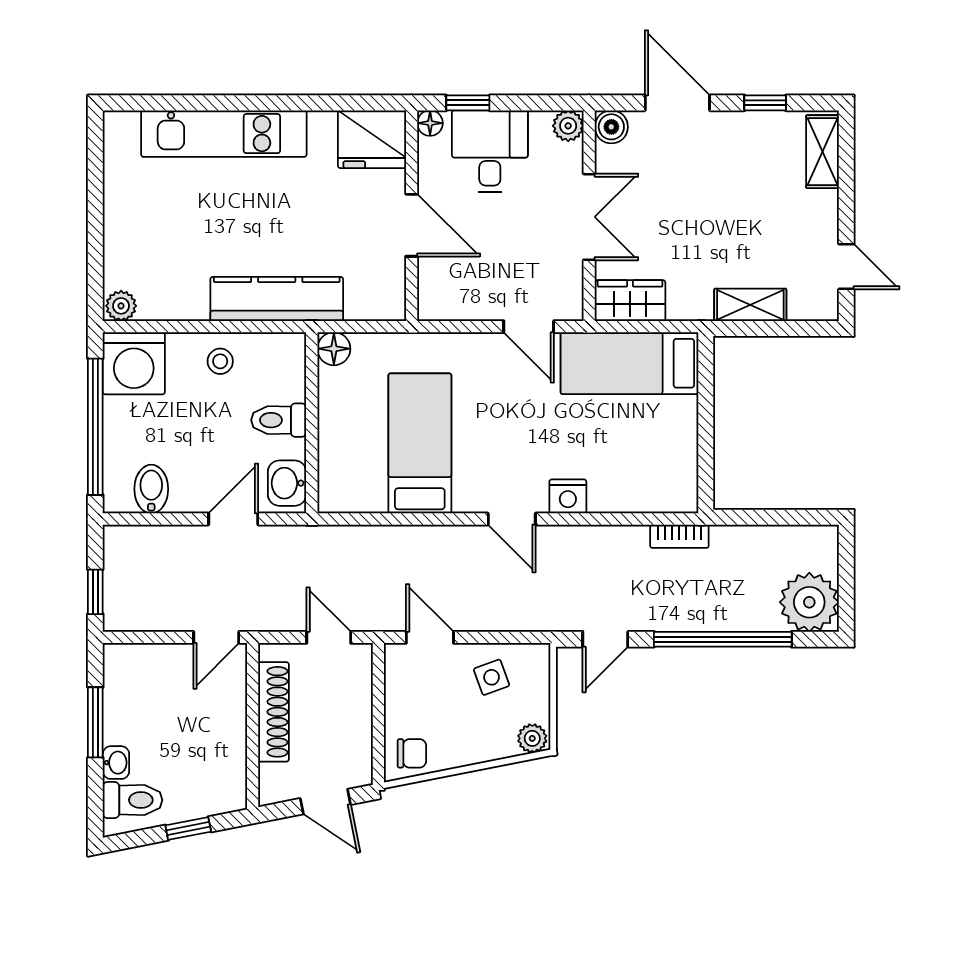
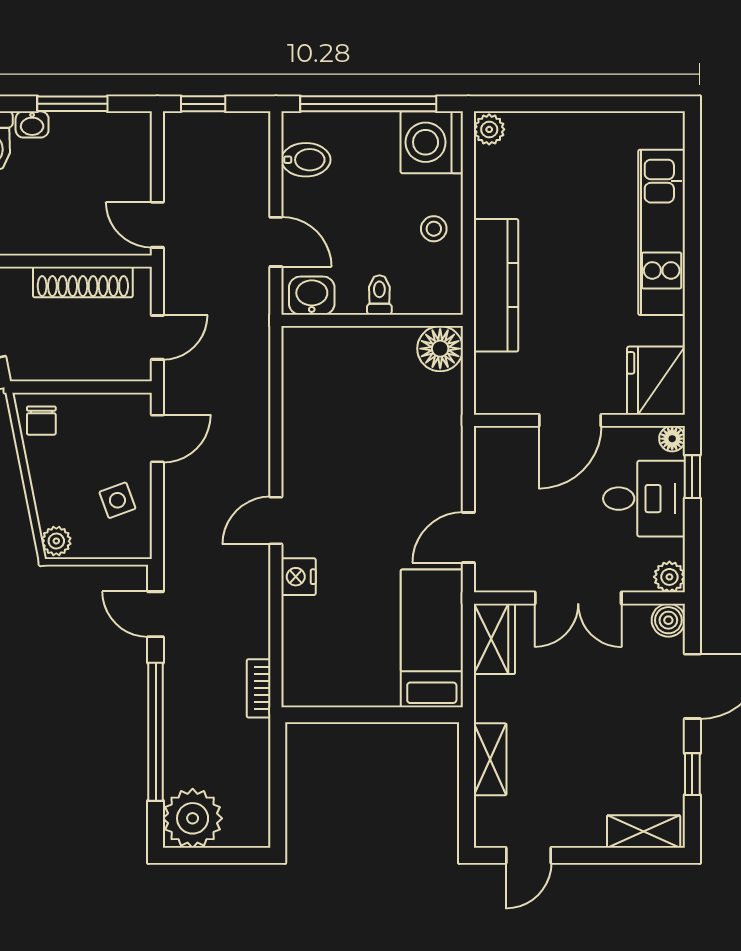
floor lamp: (334, 349) -> (440, 349), width x1.38, depth x1.38
toilet: (279, 420) -> (379, 295), width x0.73, depth x0.72
bed: (420, 443) -> (352, 429), removed

